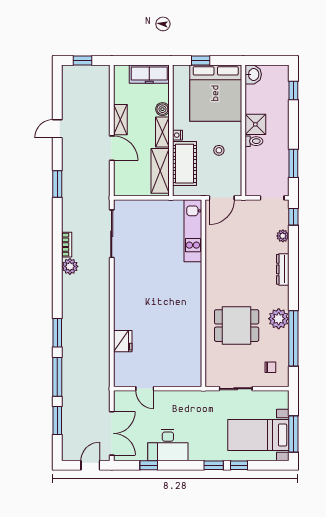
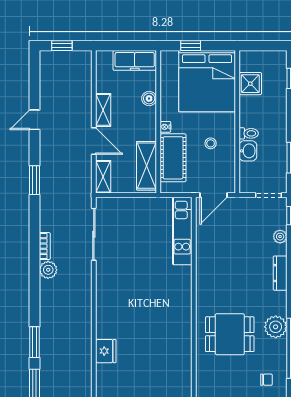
washbasin: (253, 74) -> (248, 151), moved
shower: (255, 124) -> (250, 84), moved
shelving: (162, 132) -> (103, 177), moved

